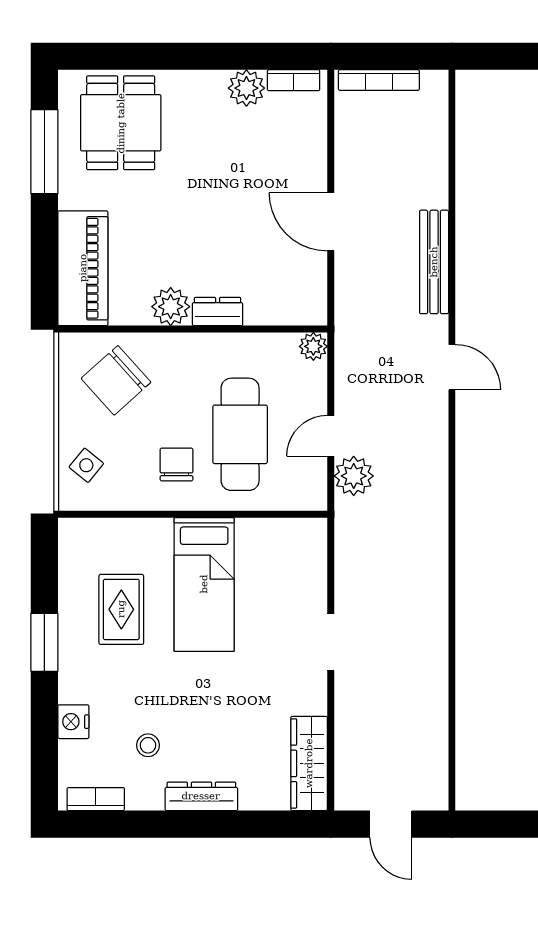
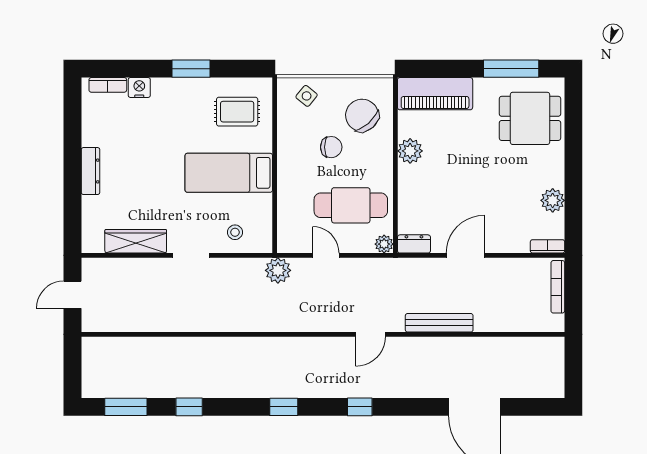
bookcase: (294, 80) -> (548, 246), moved, turned 90
dresser: (218, 312) -> (414, 244), moved, turned -90
cafe table: (240, 434) -> (351, 205), moved
chair: (177, 465) -> (331, 147), moved
plant: (354, 476) -> (278, 270), moved
rug: (121, 609) -> (237, 112), moved
stool: (148, 745) -> (235, 232), moved
wardrobe: (309, 763) -> (136, 241), moved
bookcase: (96, 799) -> (108, 85), moved, turned 90

